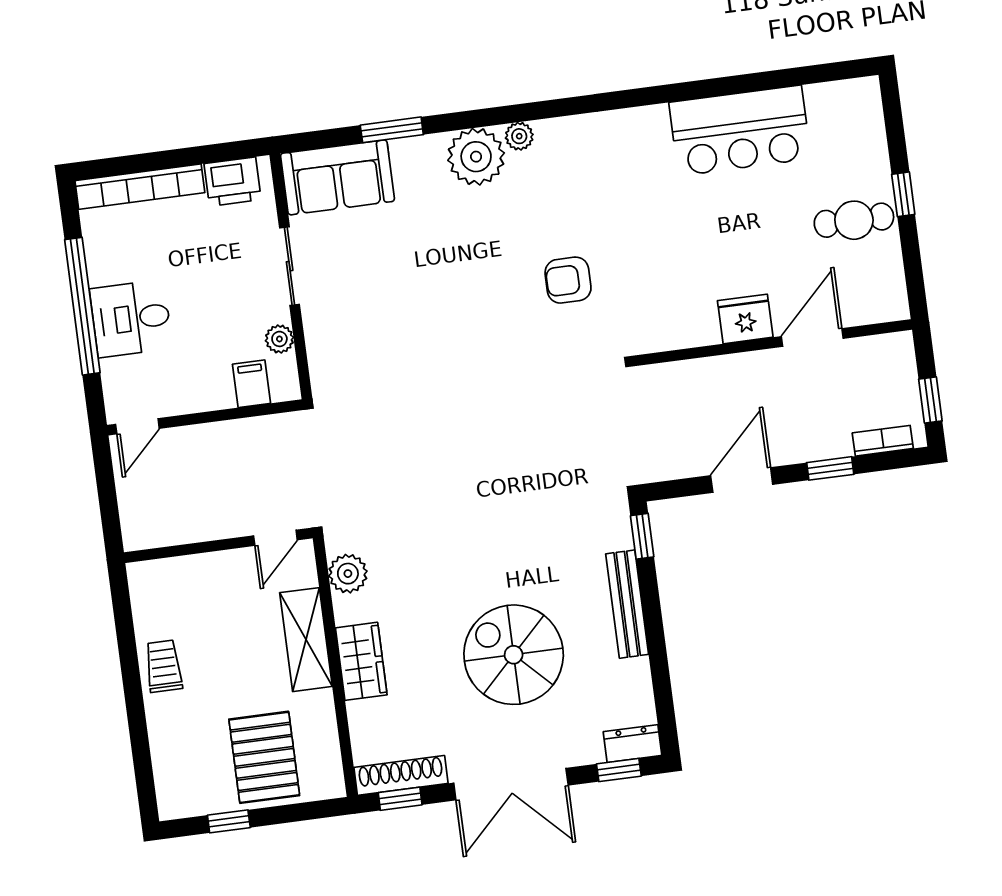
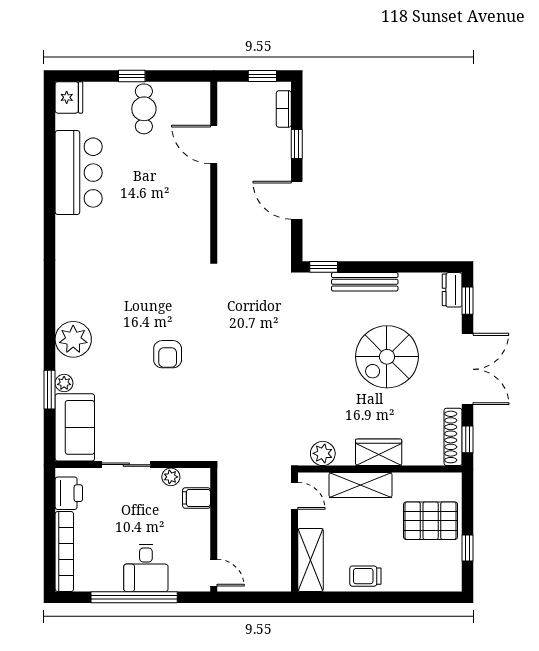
plant: (519, 136) -> (64, 383), moved
armchair: (568, 280) -> (168, 354), moved
fridge: (745, 319) -> (69, 97), moved, turned 180
shelving: (178, 576) -> (311, 560), added

